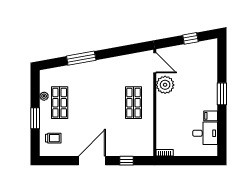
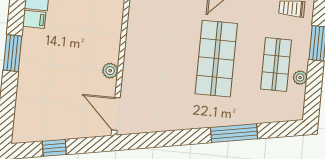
plant: (165, 85) -> (110, 71), width x0.53, depth x0.53
shop shelf: (134, 103) -> (216, 59), moved, width x1.43, depth x1.36

